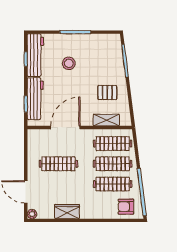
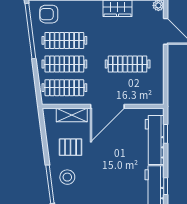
stool: (69, 63) -> (67, 177), moved
door: (65, 127) -> (107, 106), moved
armchair: (126, 207) -> (49, 14), turned 180

